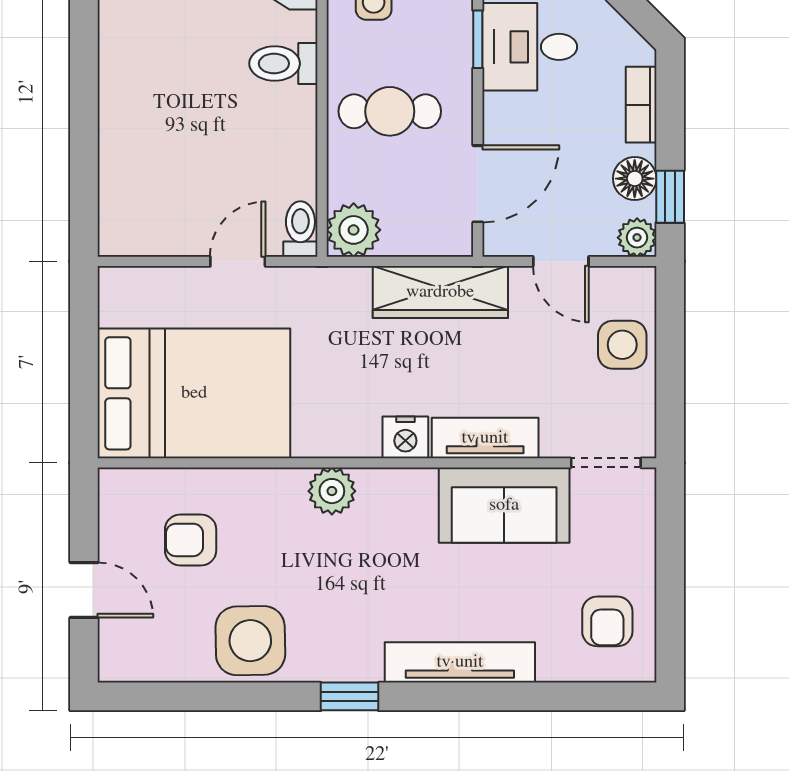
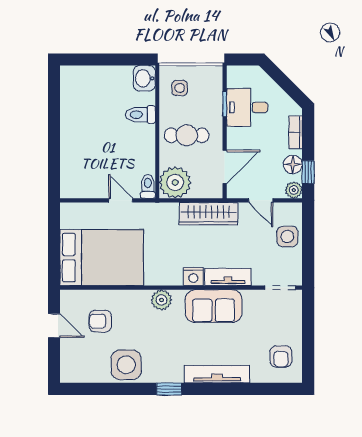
plant: (354, 230) -> (175, 183), width x1.36, depth x1.36
door: (238, 261) -> (121, 200), hinge flipped
sofa: (504, 505) -> (214, 306), moved
door: (84, 590) -> (54, 326), moved

